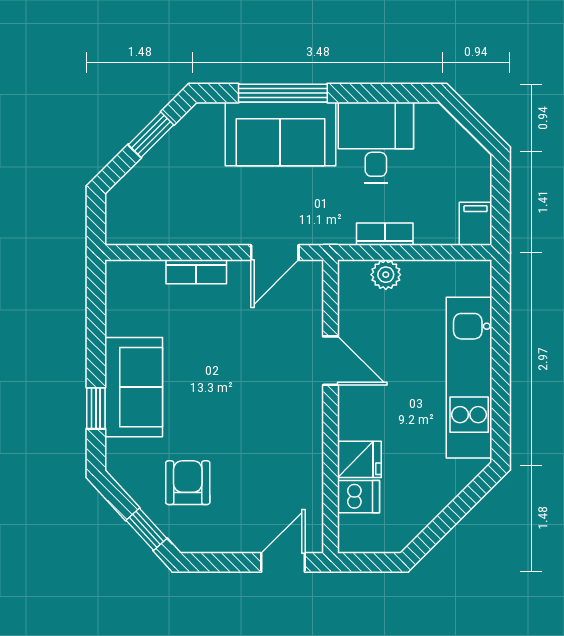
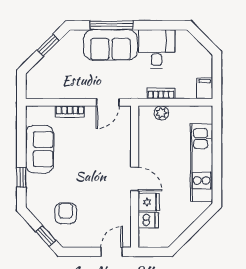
door: (331, 361) -> (135, 179), moved
sofa: (134, 387) -> (40, 149), moved

